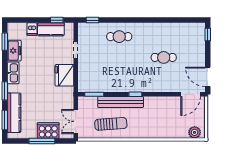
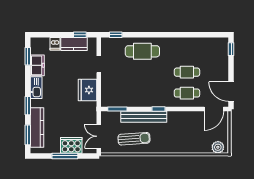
cafe table: (119, 37) -> (142, 51), width x1.37, depth x1.35
cafe table: (164, 78) -> (187, 93), added

